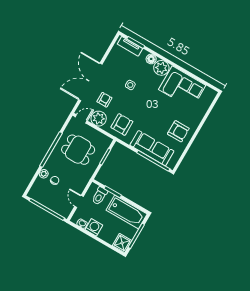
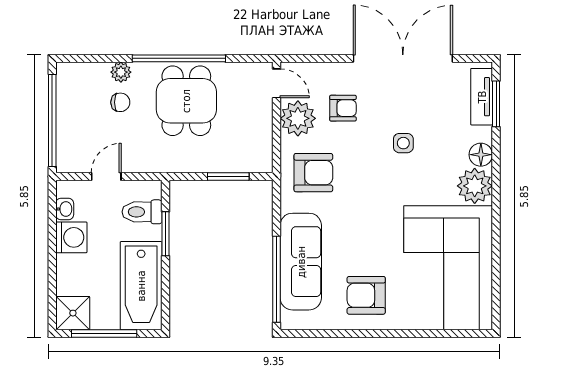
double door: (90, 82) -> (403, 58), moved
corner sofa: (182, 87) -> (448, 268), width x1.36, depth x1.36
armchair: (178, 131) -> (366, 295), turned 90
dining table: (78, 150) -> (186, 101), moved

